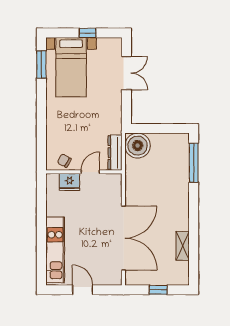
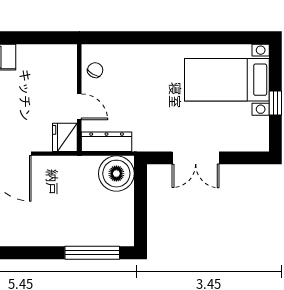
window: (41, 64) -> (231, 38), removed
double door: (126, 73) -> (196, 158), moved
fridge: (69, 182) -> (65, 137), moved

